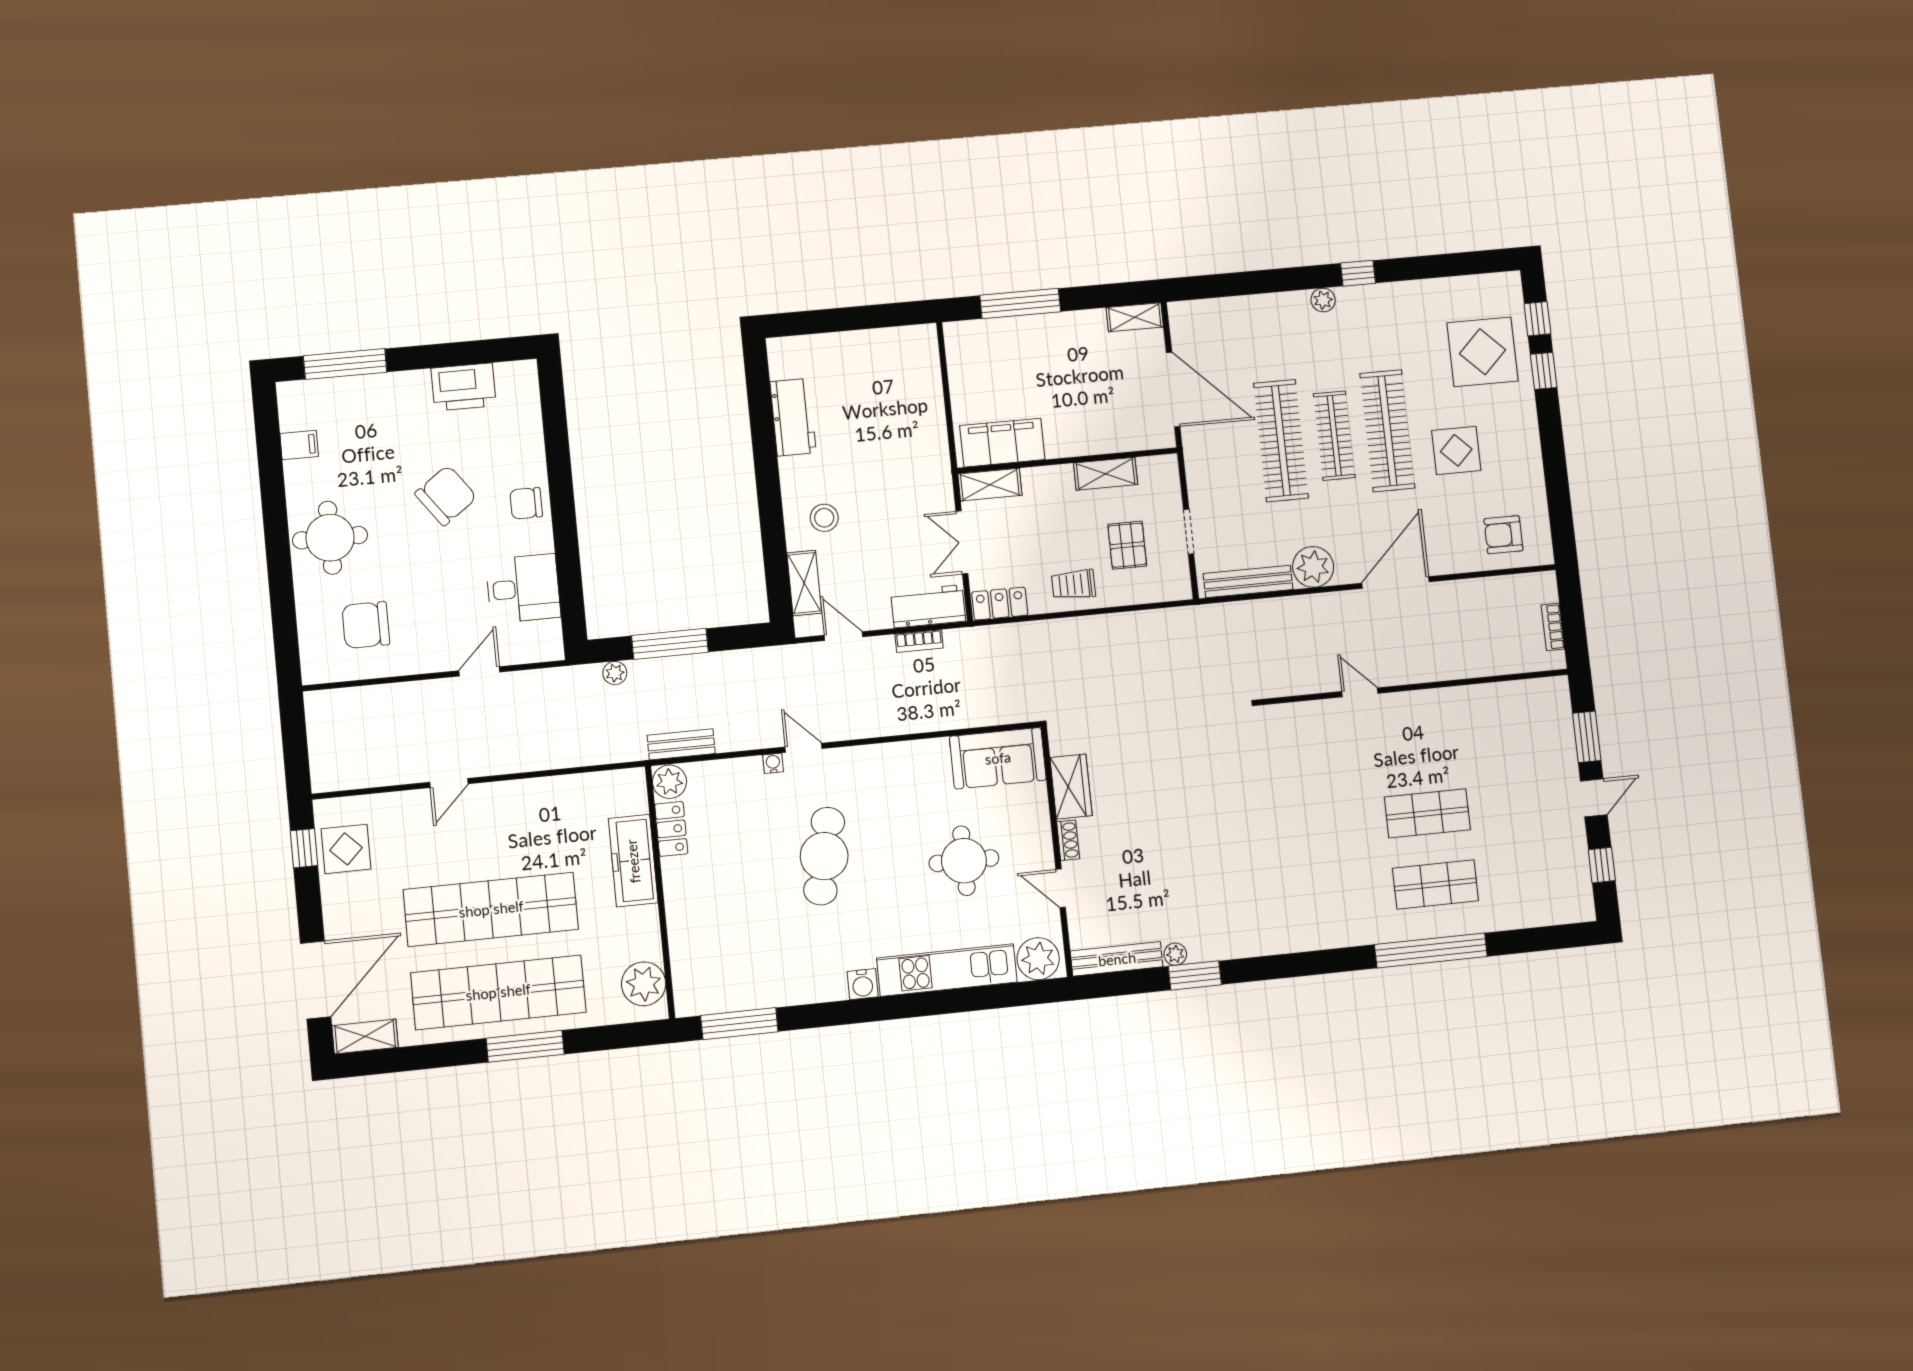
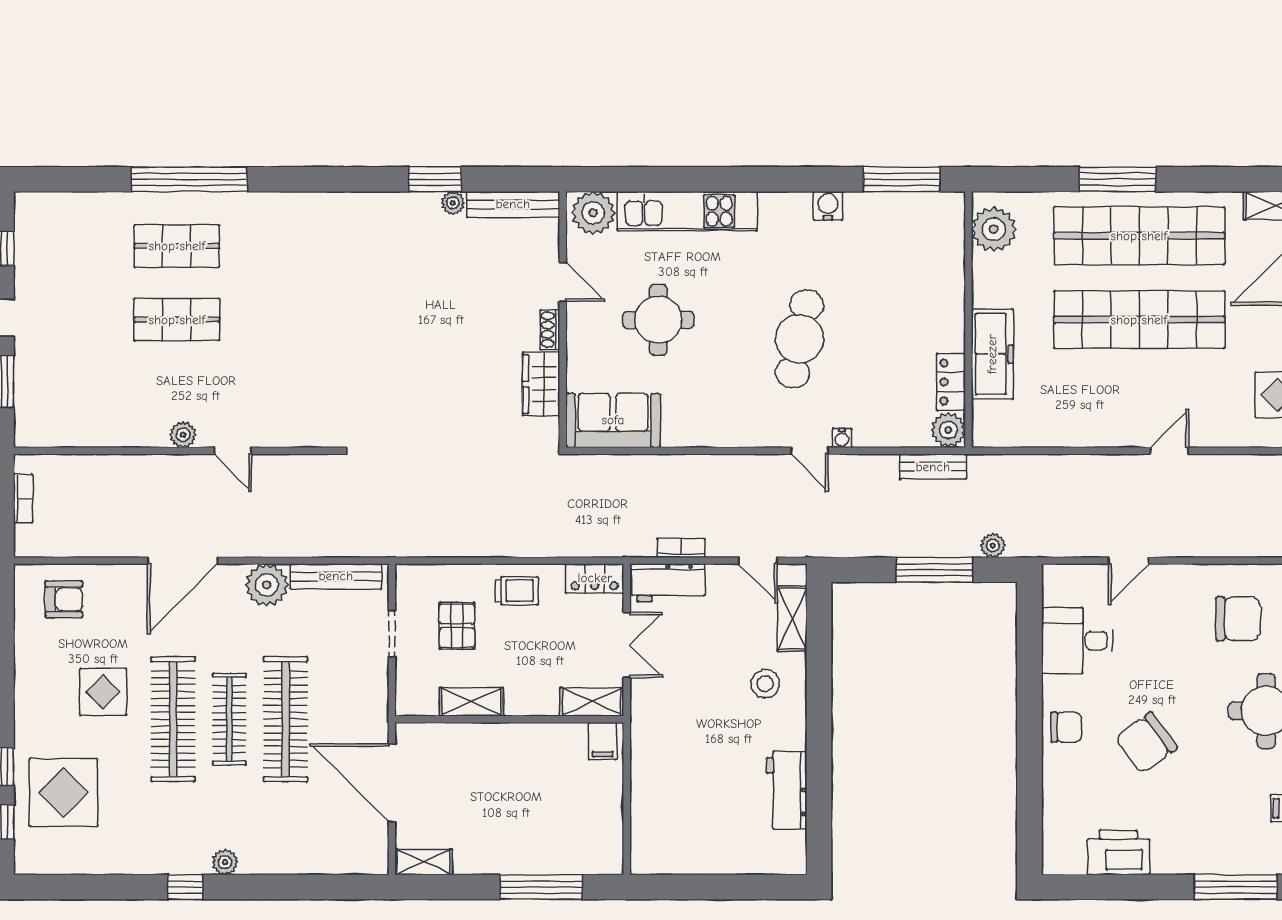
filing cabinet: (1002, 443) -> (603, 741), width x0.33, depth x0.86
plant: (1409, 703) -> (183, 435), added
water cooler: (863, 984) -> (828, 206), moved

